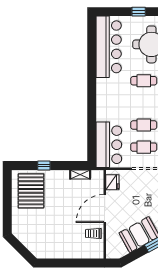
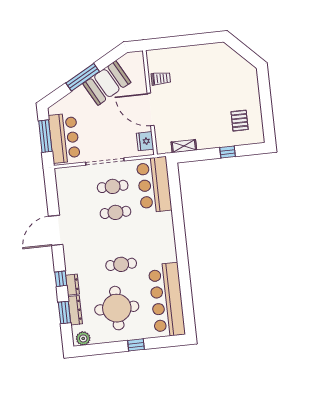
pallet: (31, 191) -> (240, 121), width x0.49, depth x0.50
door: (105, 208) -> (151, 109), swing flipped

